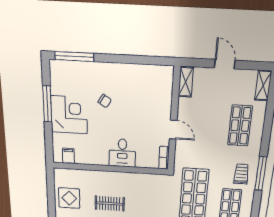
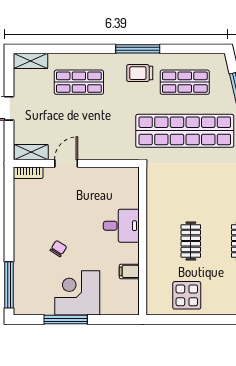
door: (173, 130) -> (66, 163), moved
filing cabinet: (68, 156) -> (129, 271), moved
bookcase: (164, 158) -> (28, 173), moved

